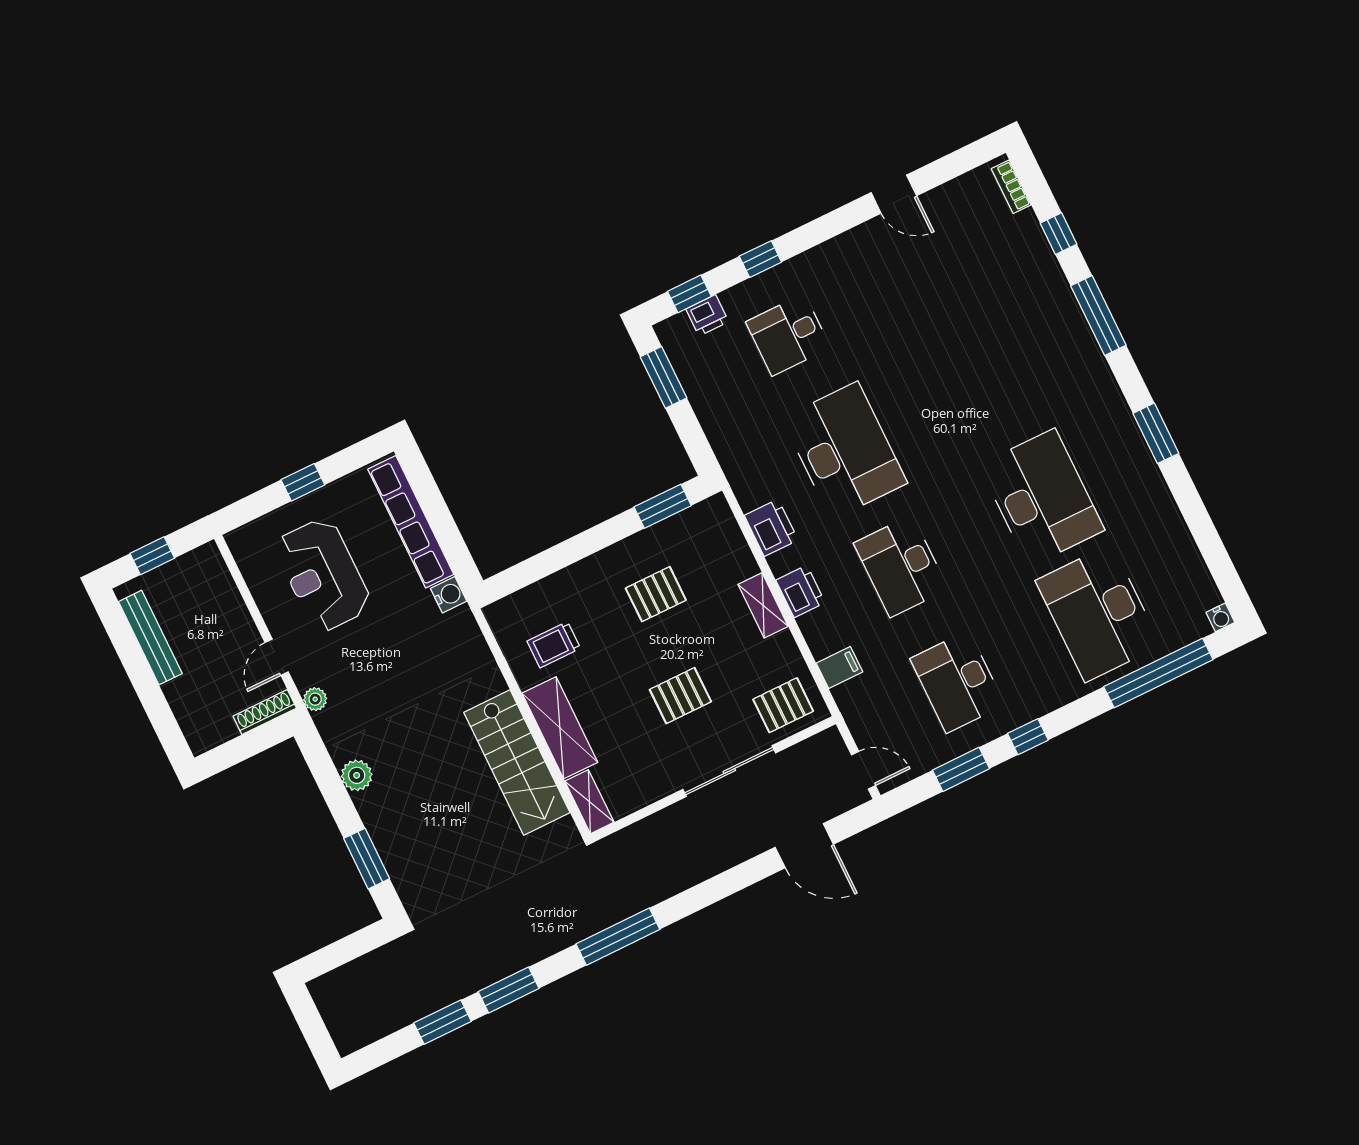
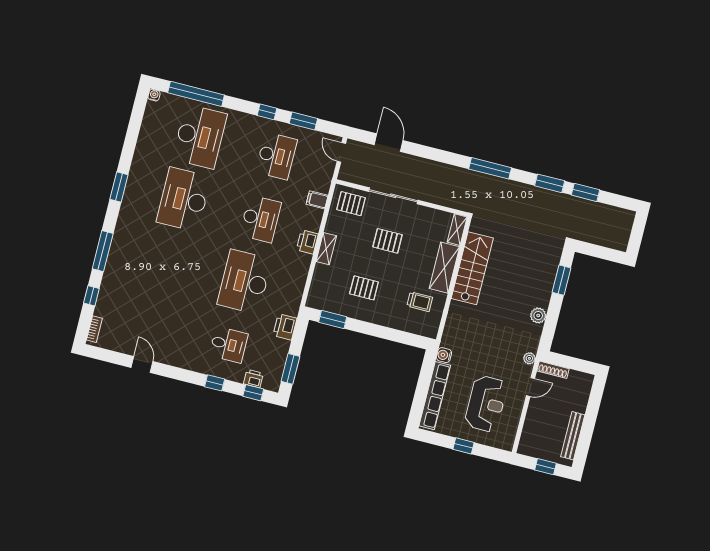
printer: (771, 528) -> (285, 327), moved

